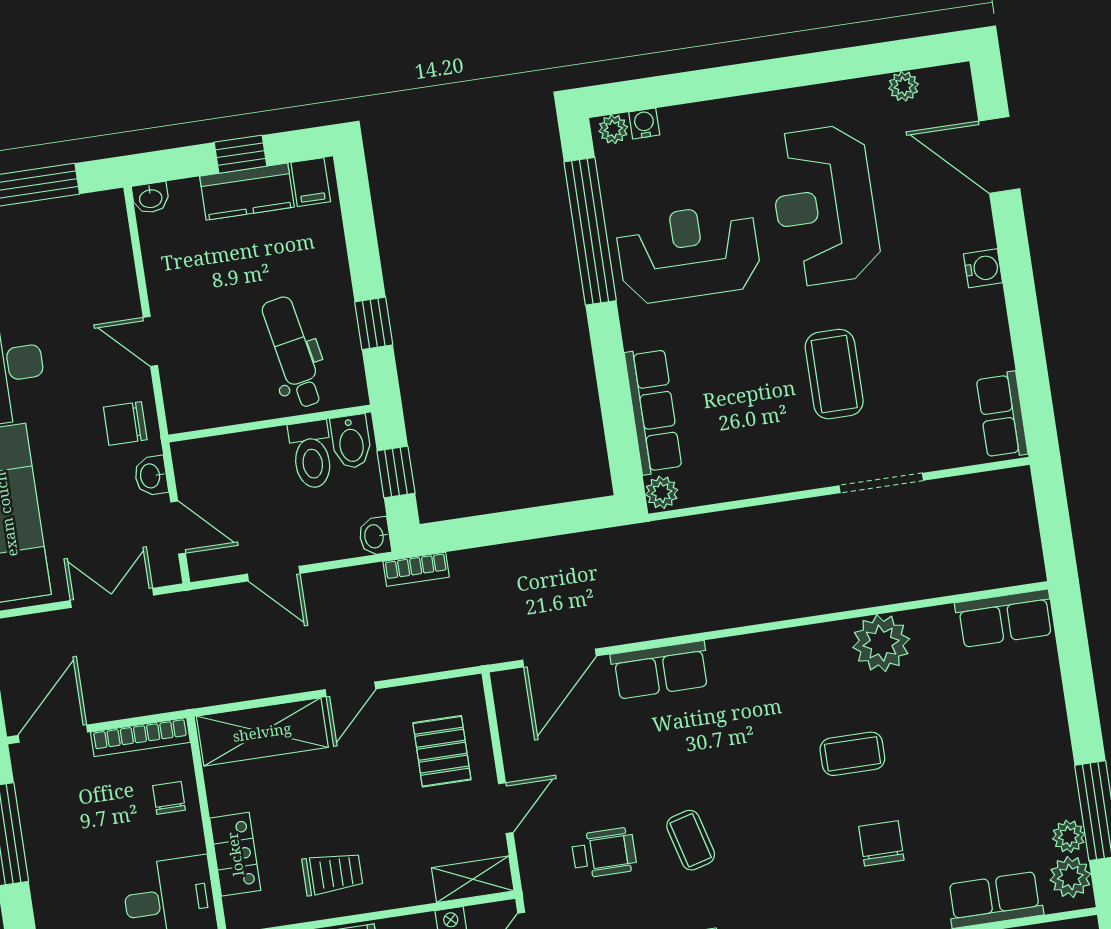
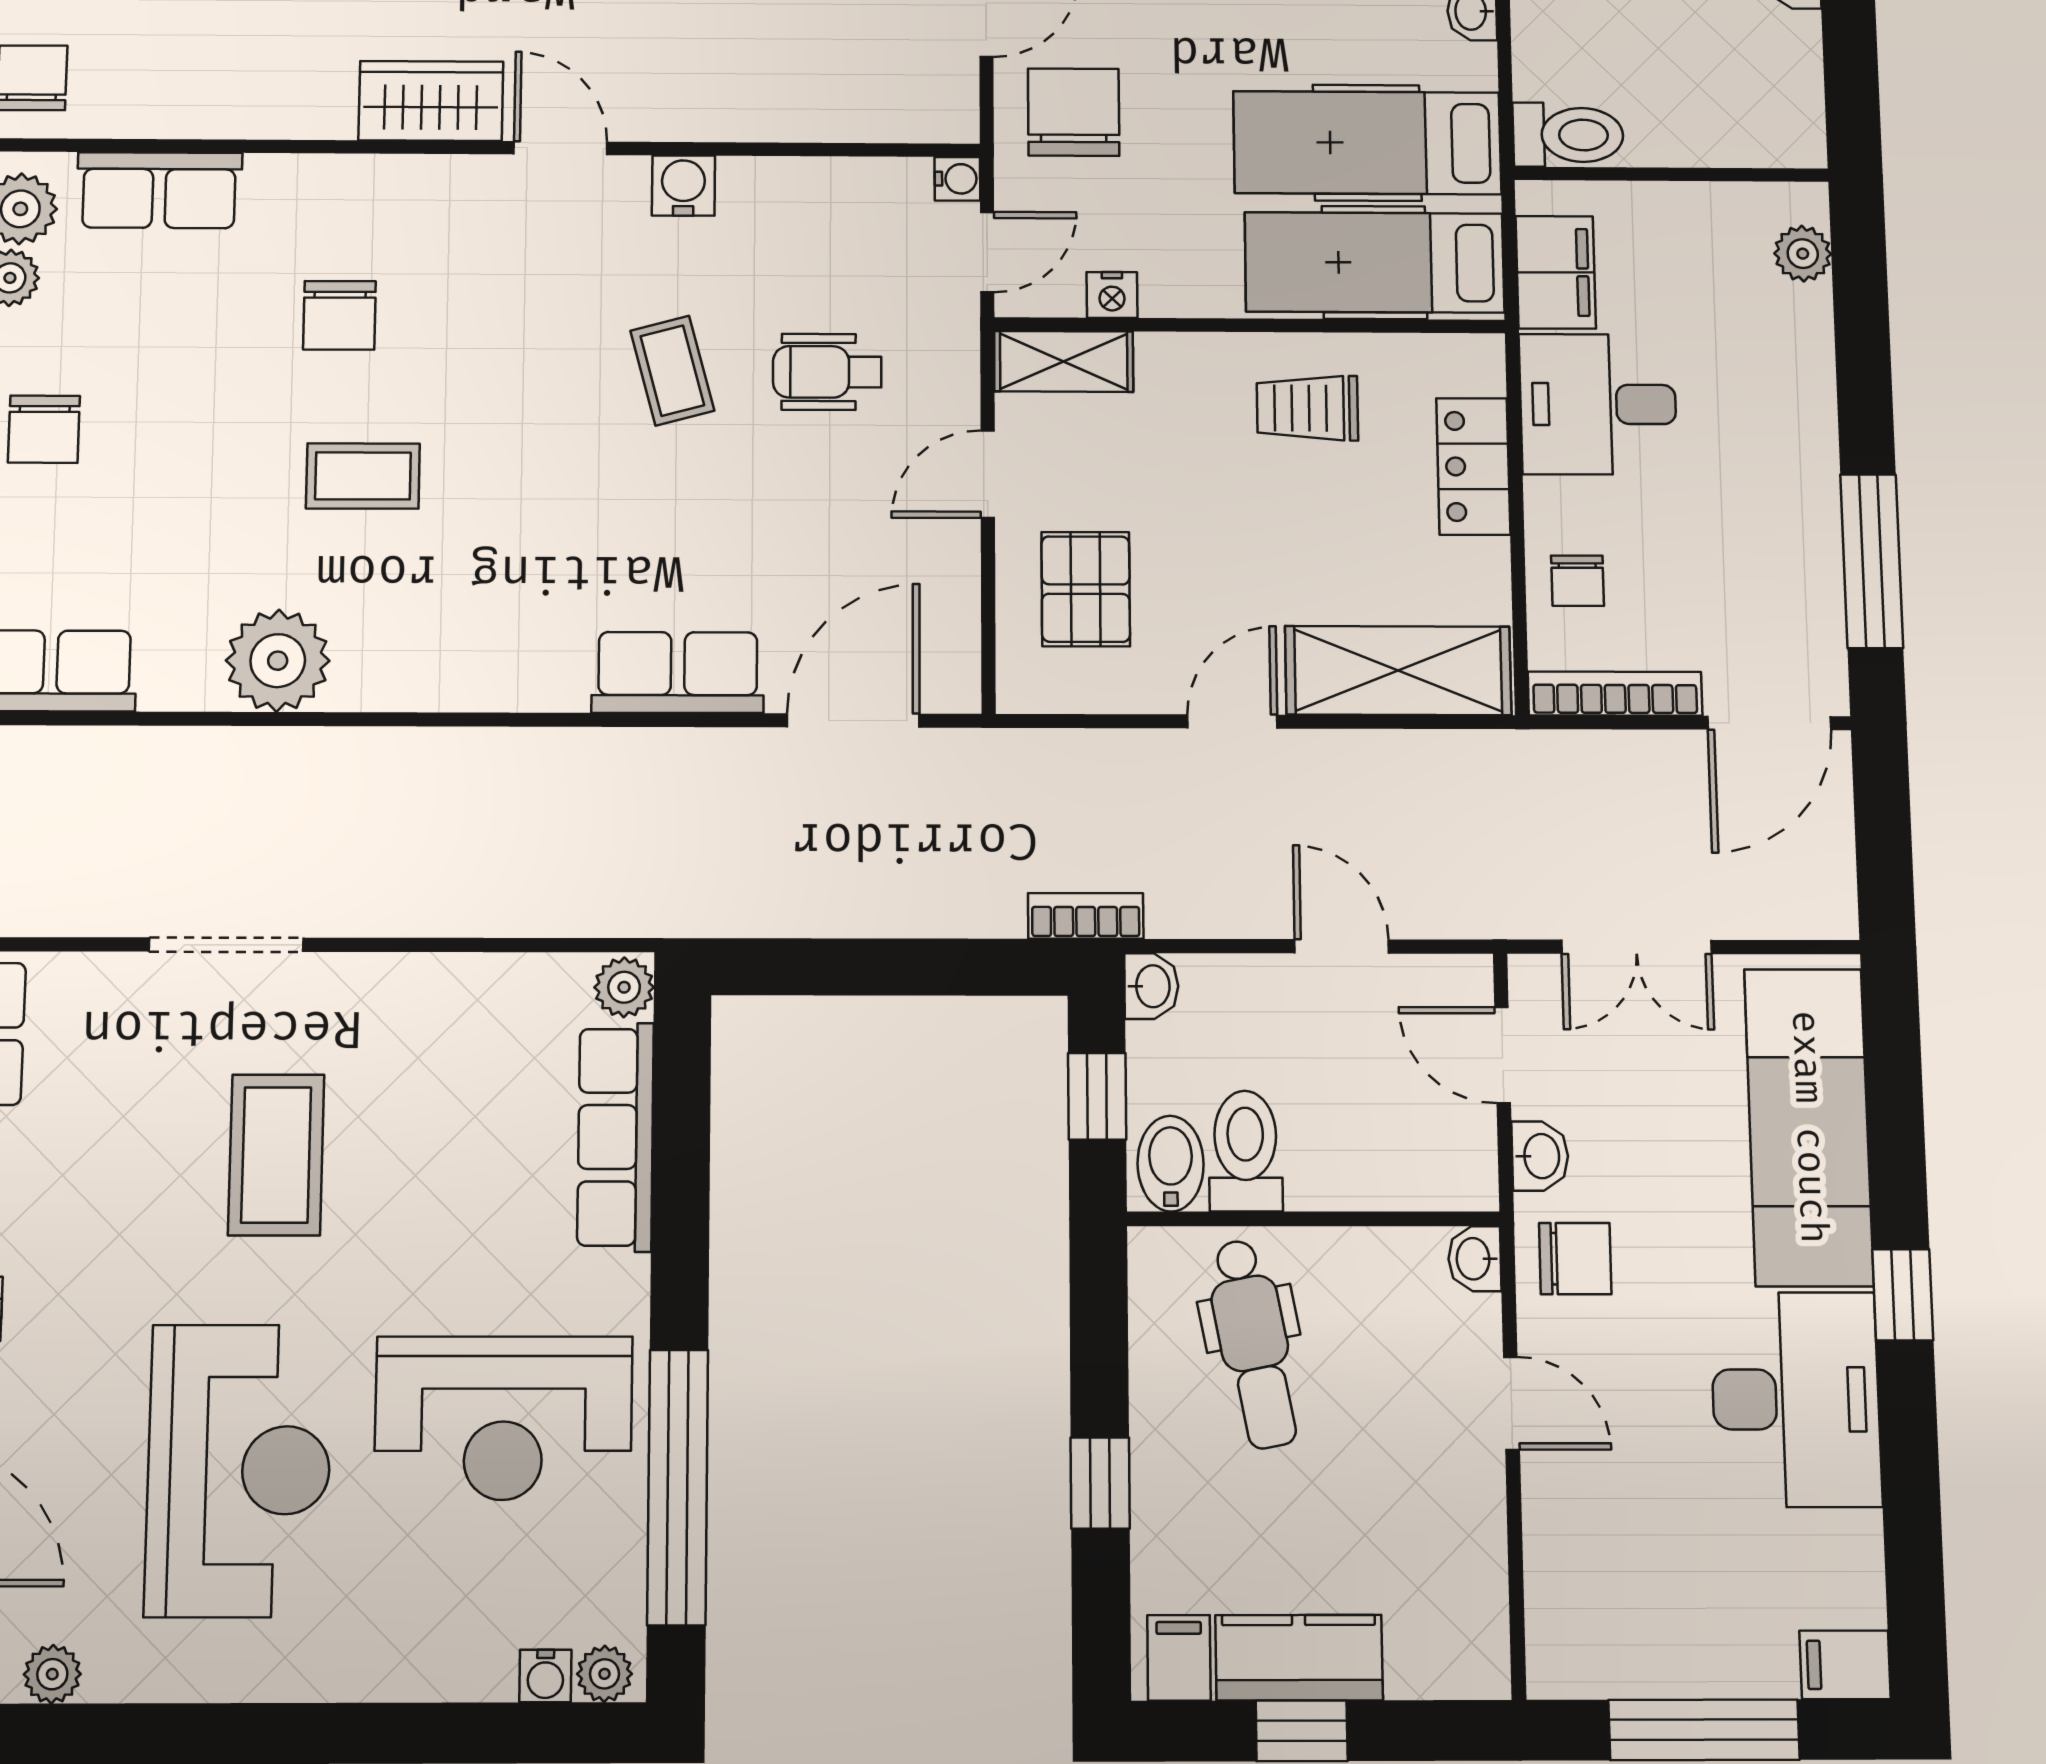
washbasin: (151, 198) -> (1475, 1259), moved, turned -90
window: (374, 323) -> (1100, 1483), moved
chair: (1034, 753) -> (44, 429), added

